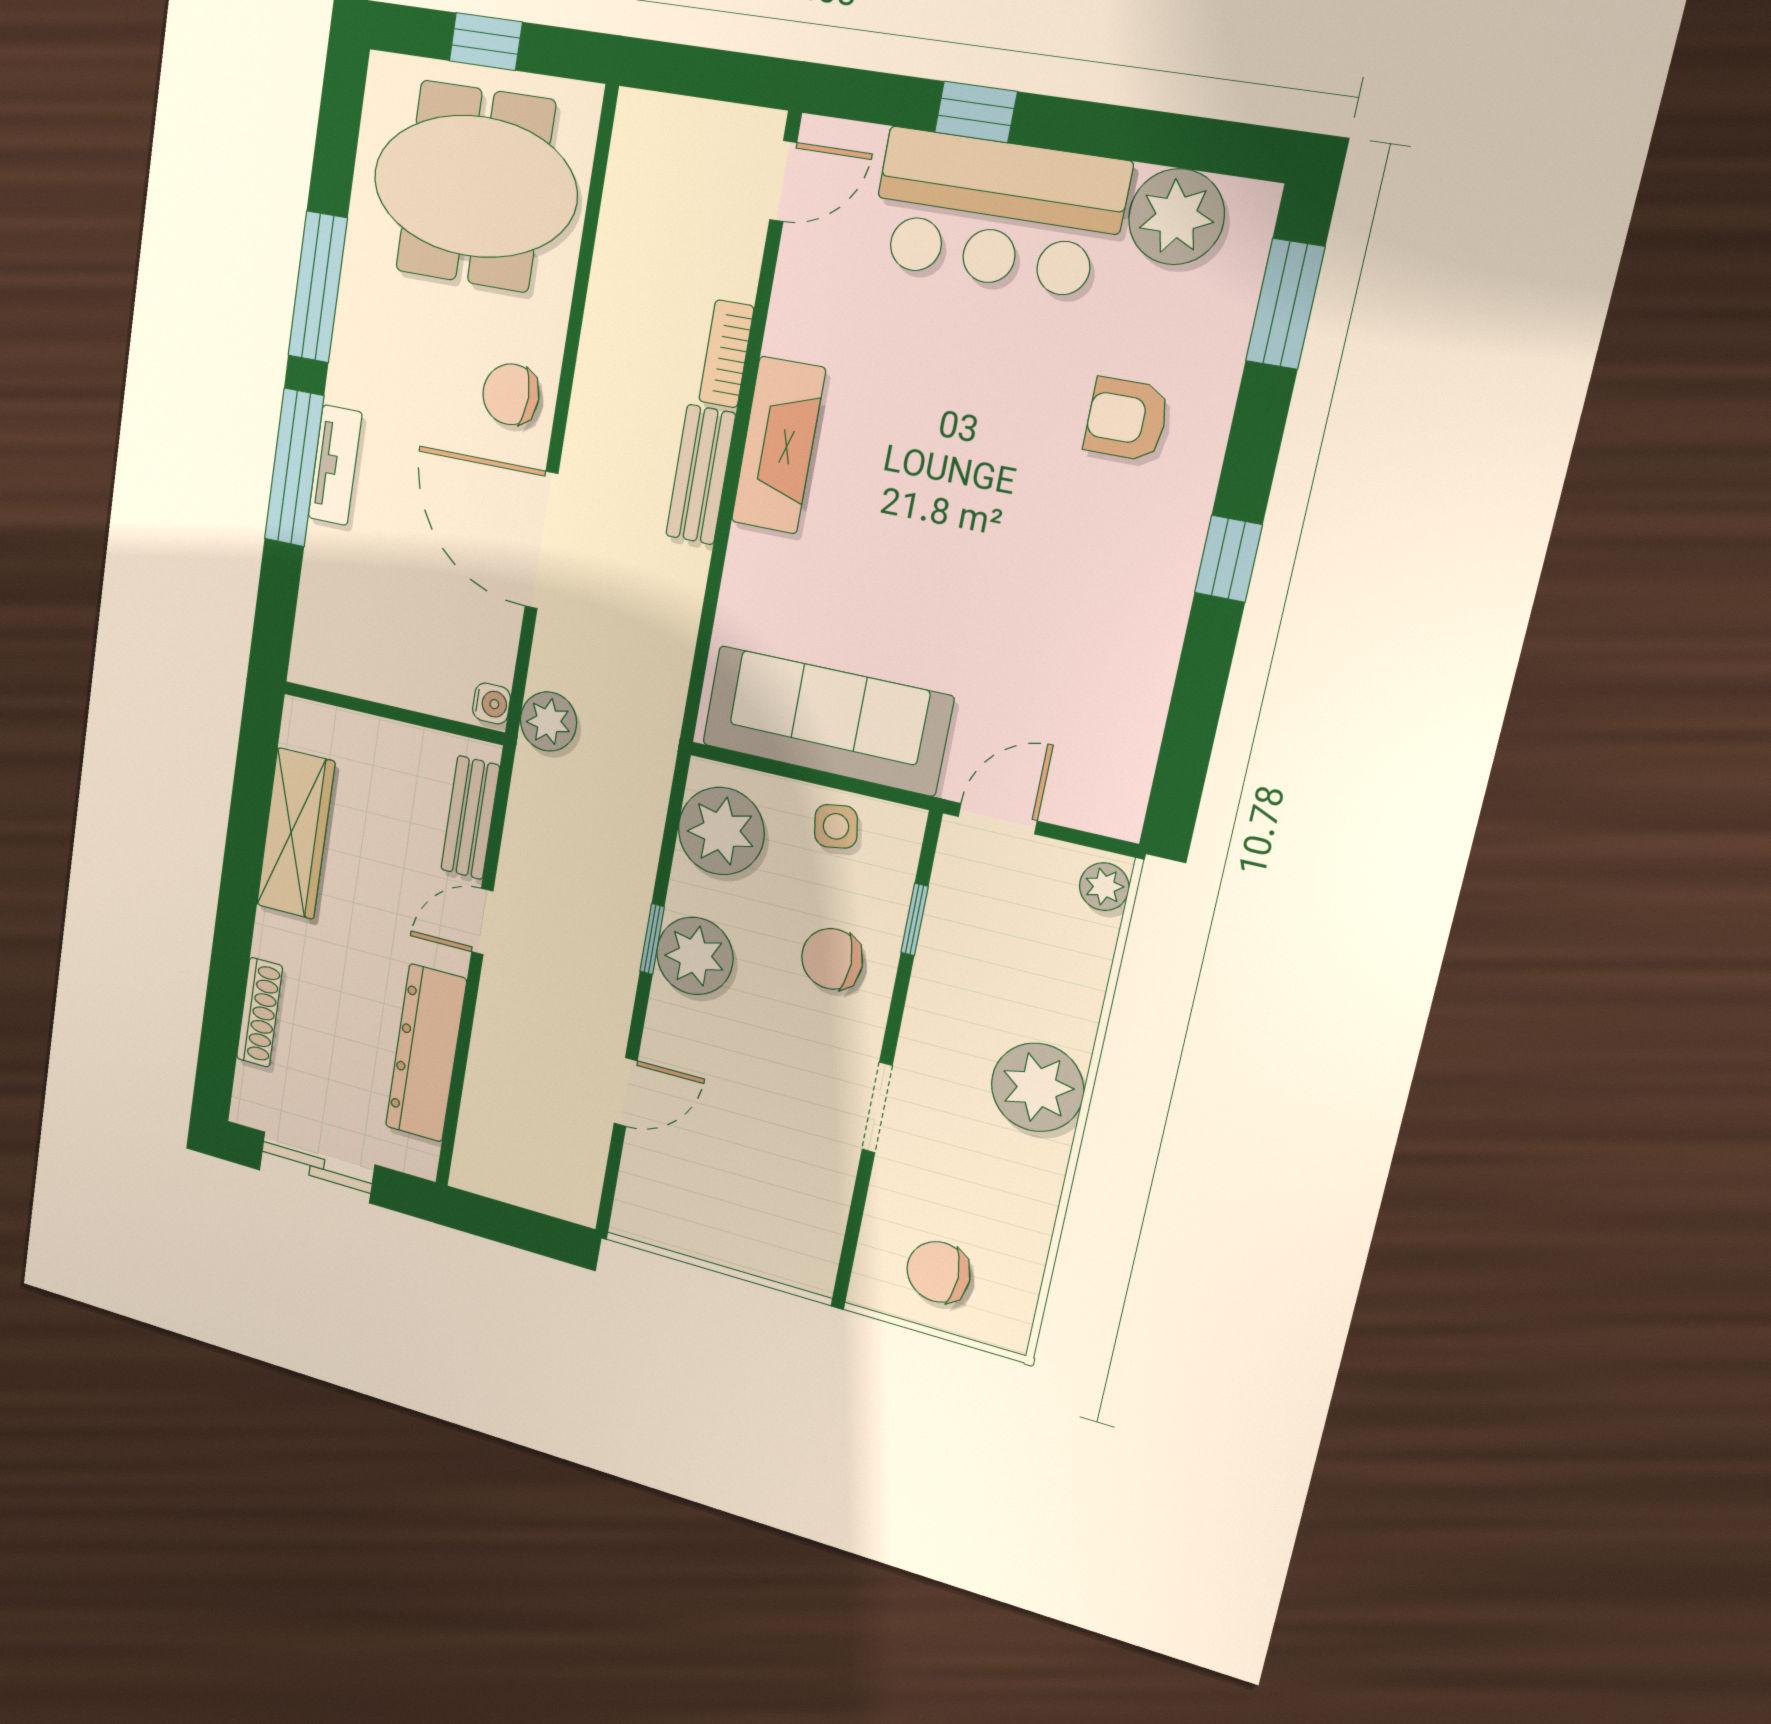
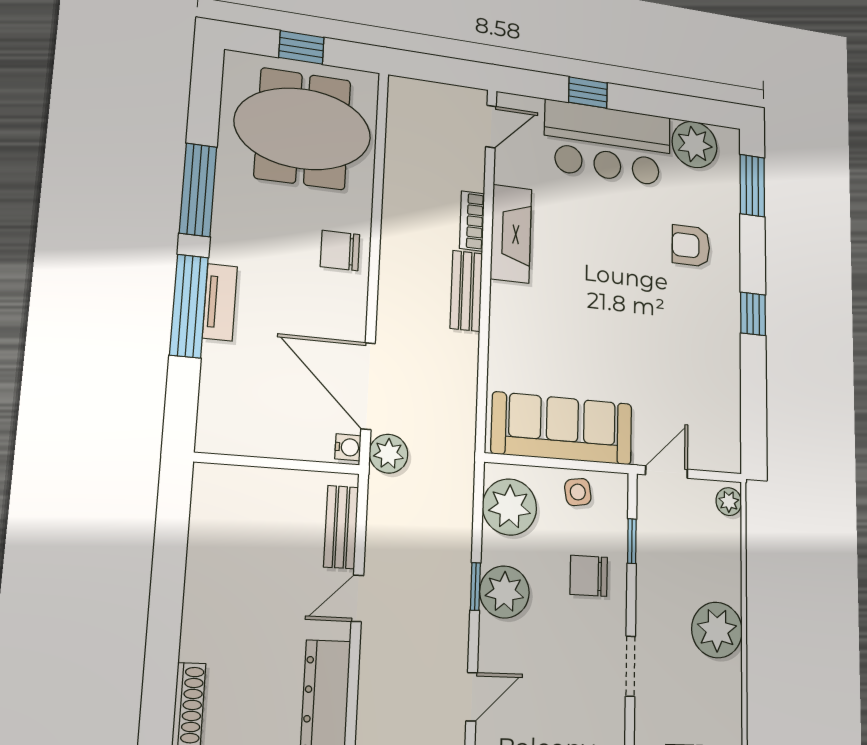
fireplace: (778, 445) -> (511, 234), moved
door: (542, 540) -> (368, 386), moved
wardrobe: (296, 834) -> (209, 562), removed

